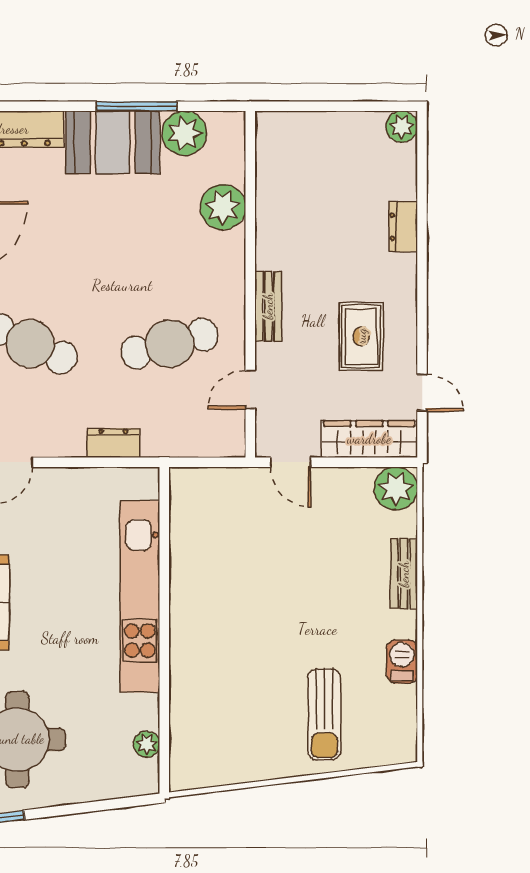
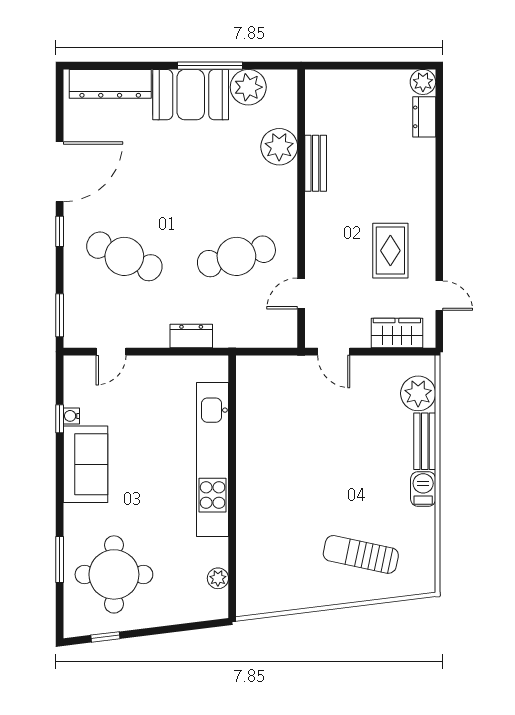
dresser: (403, 227) -> (424, 117), moved
bench: (268, 306) -> (316, 163), moved
wardrobe: (369, 439) -> (397, 333), width x0.67
plant: (396, 488) -> (418, 393), moved
barbecue: (402, 662) -> (423, 489), moved
sun lounger: (324, 715) -> (361, 554), turned 102

